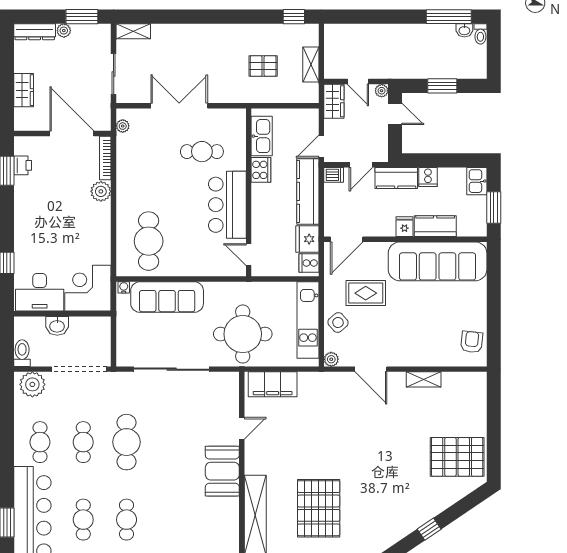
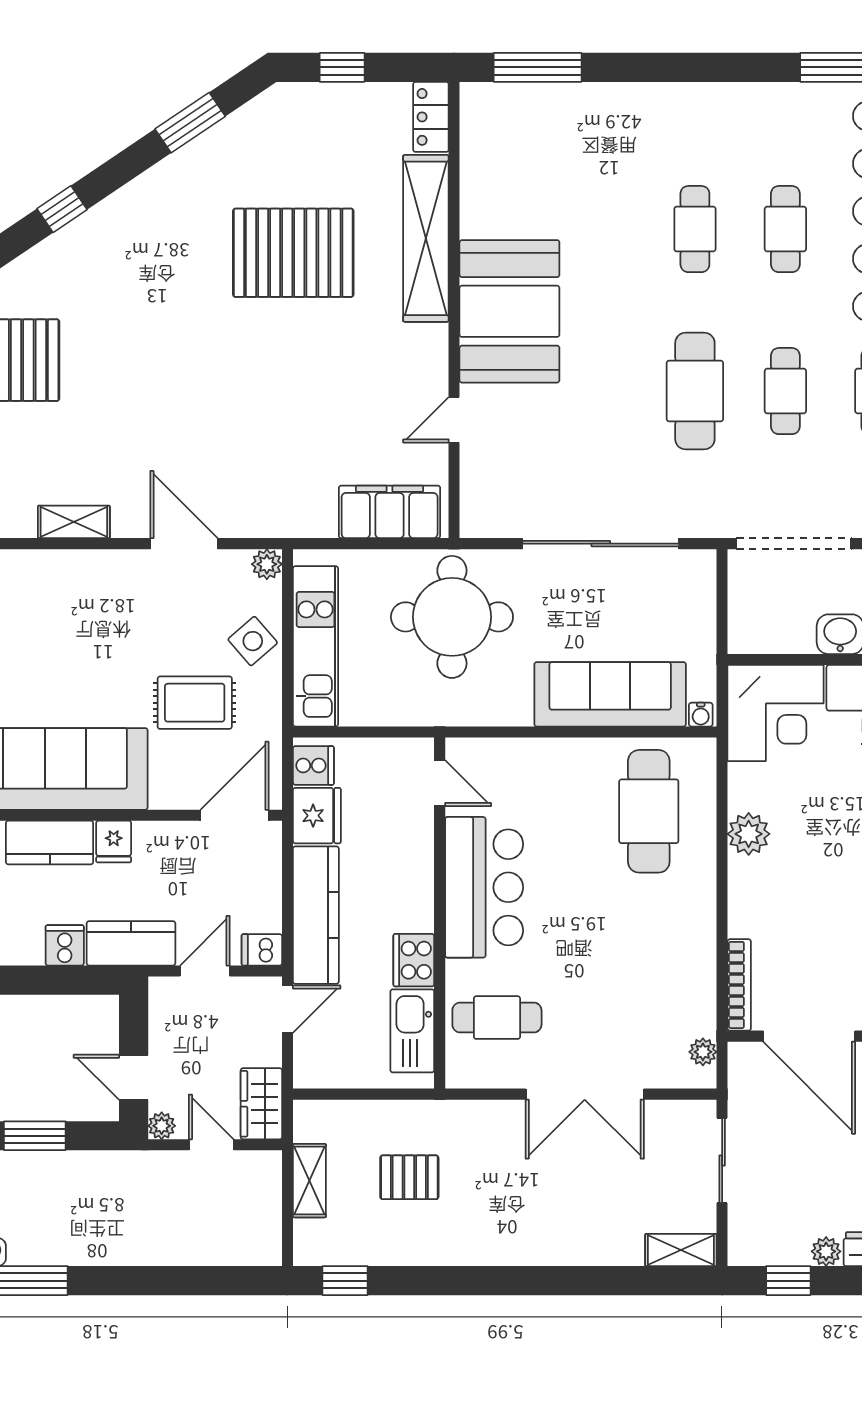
window: (82, 17) -> (788, 1281), width x0.67
cafe table: (202, 152) -> (497, 1018), moved
plant: (101, 191) -> (749, 834), moved
booth: (222, 471) -> (509, 311), width x1.36, depth x1.42
pallet: (319, 508) -> (293, 253), turned 90

